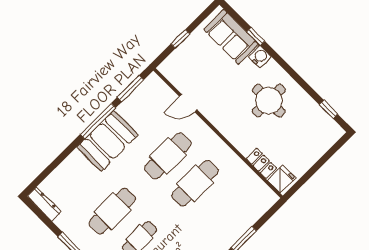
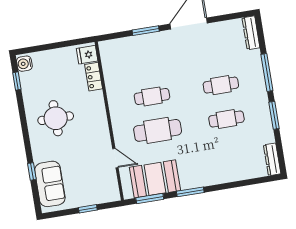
water cooler: (260, 57) -> (24, 64), moved
window: (98, 121) -> (190, 192), width x0.69
booth: (107, 141) -> (155, 179), moved
cafe table: (195, 183) -> (152, 96), width x0.73, depth x0.74
cafe table: (112, 211) -> (226, 119), width x0.73, depth x0.74

